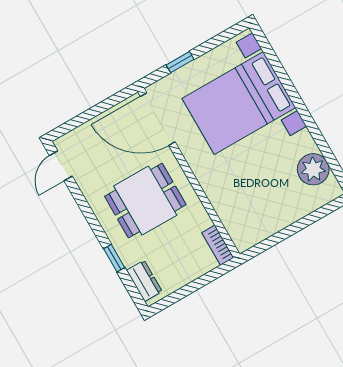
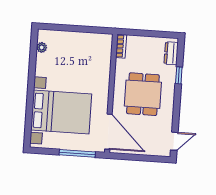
window: (180, 62) -> (77, 153), width x2.17
plant: (313, 169) -> (42, 47), width x0.53, depth x0.53
dining table: (145, 201) -> (143, 94), turned 90

